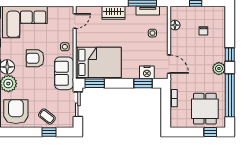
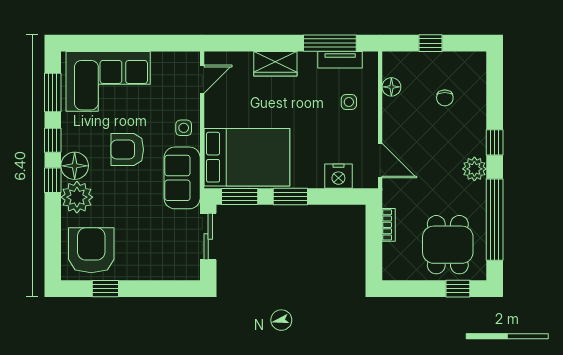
window: (143, 83) -> (290, 197), moved
coffee table: (47, 117) -> (150, 259), removed
window: (49, 132) -> (105, 289), moved

